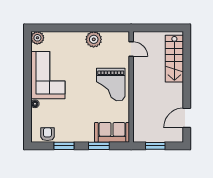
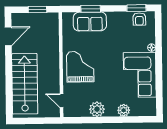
plant: (37, 38) -> (124, 110), moved
stairs: (174, 59) -> (25, 84), width x1.36, depth x1.51
sofa: (112, 132) -> (90, 22), moved
window: (64, 146) -> (136, 8), moved

